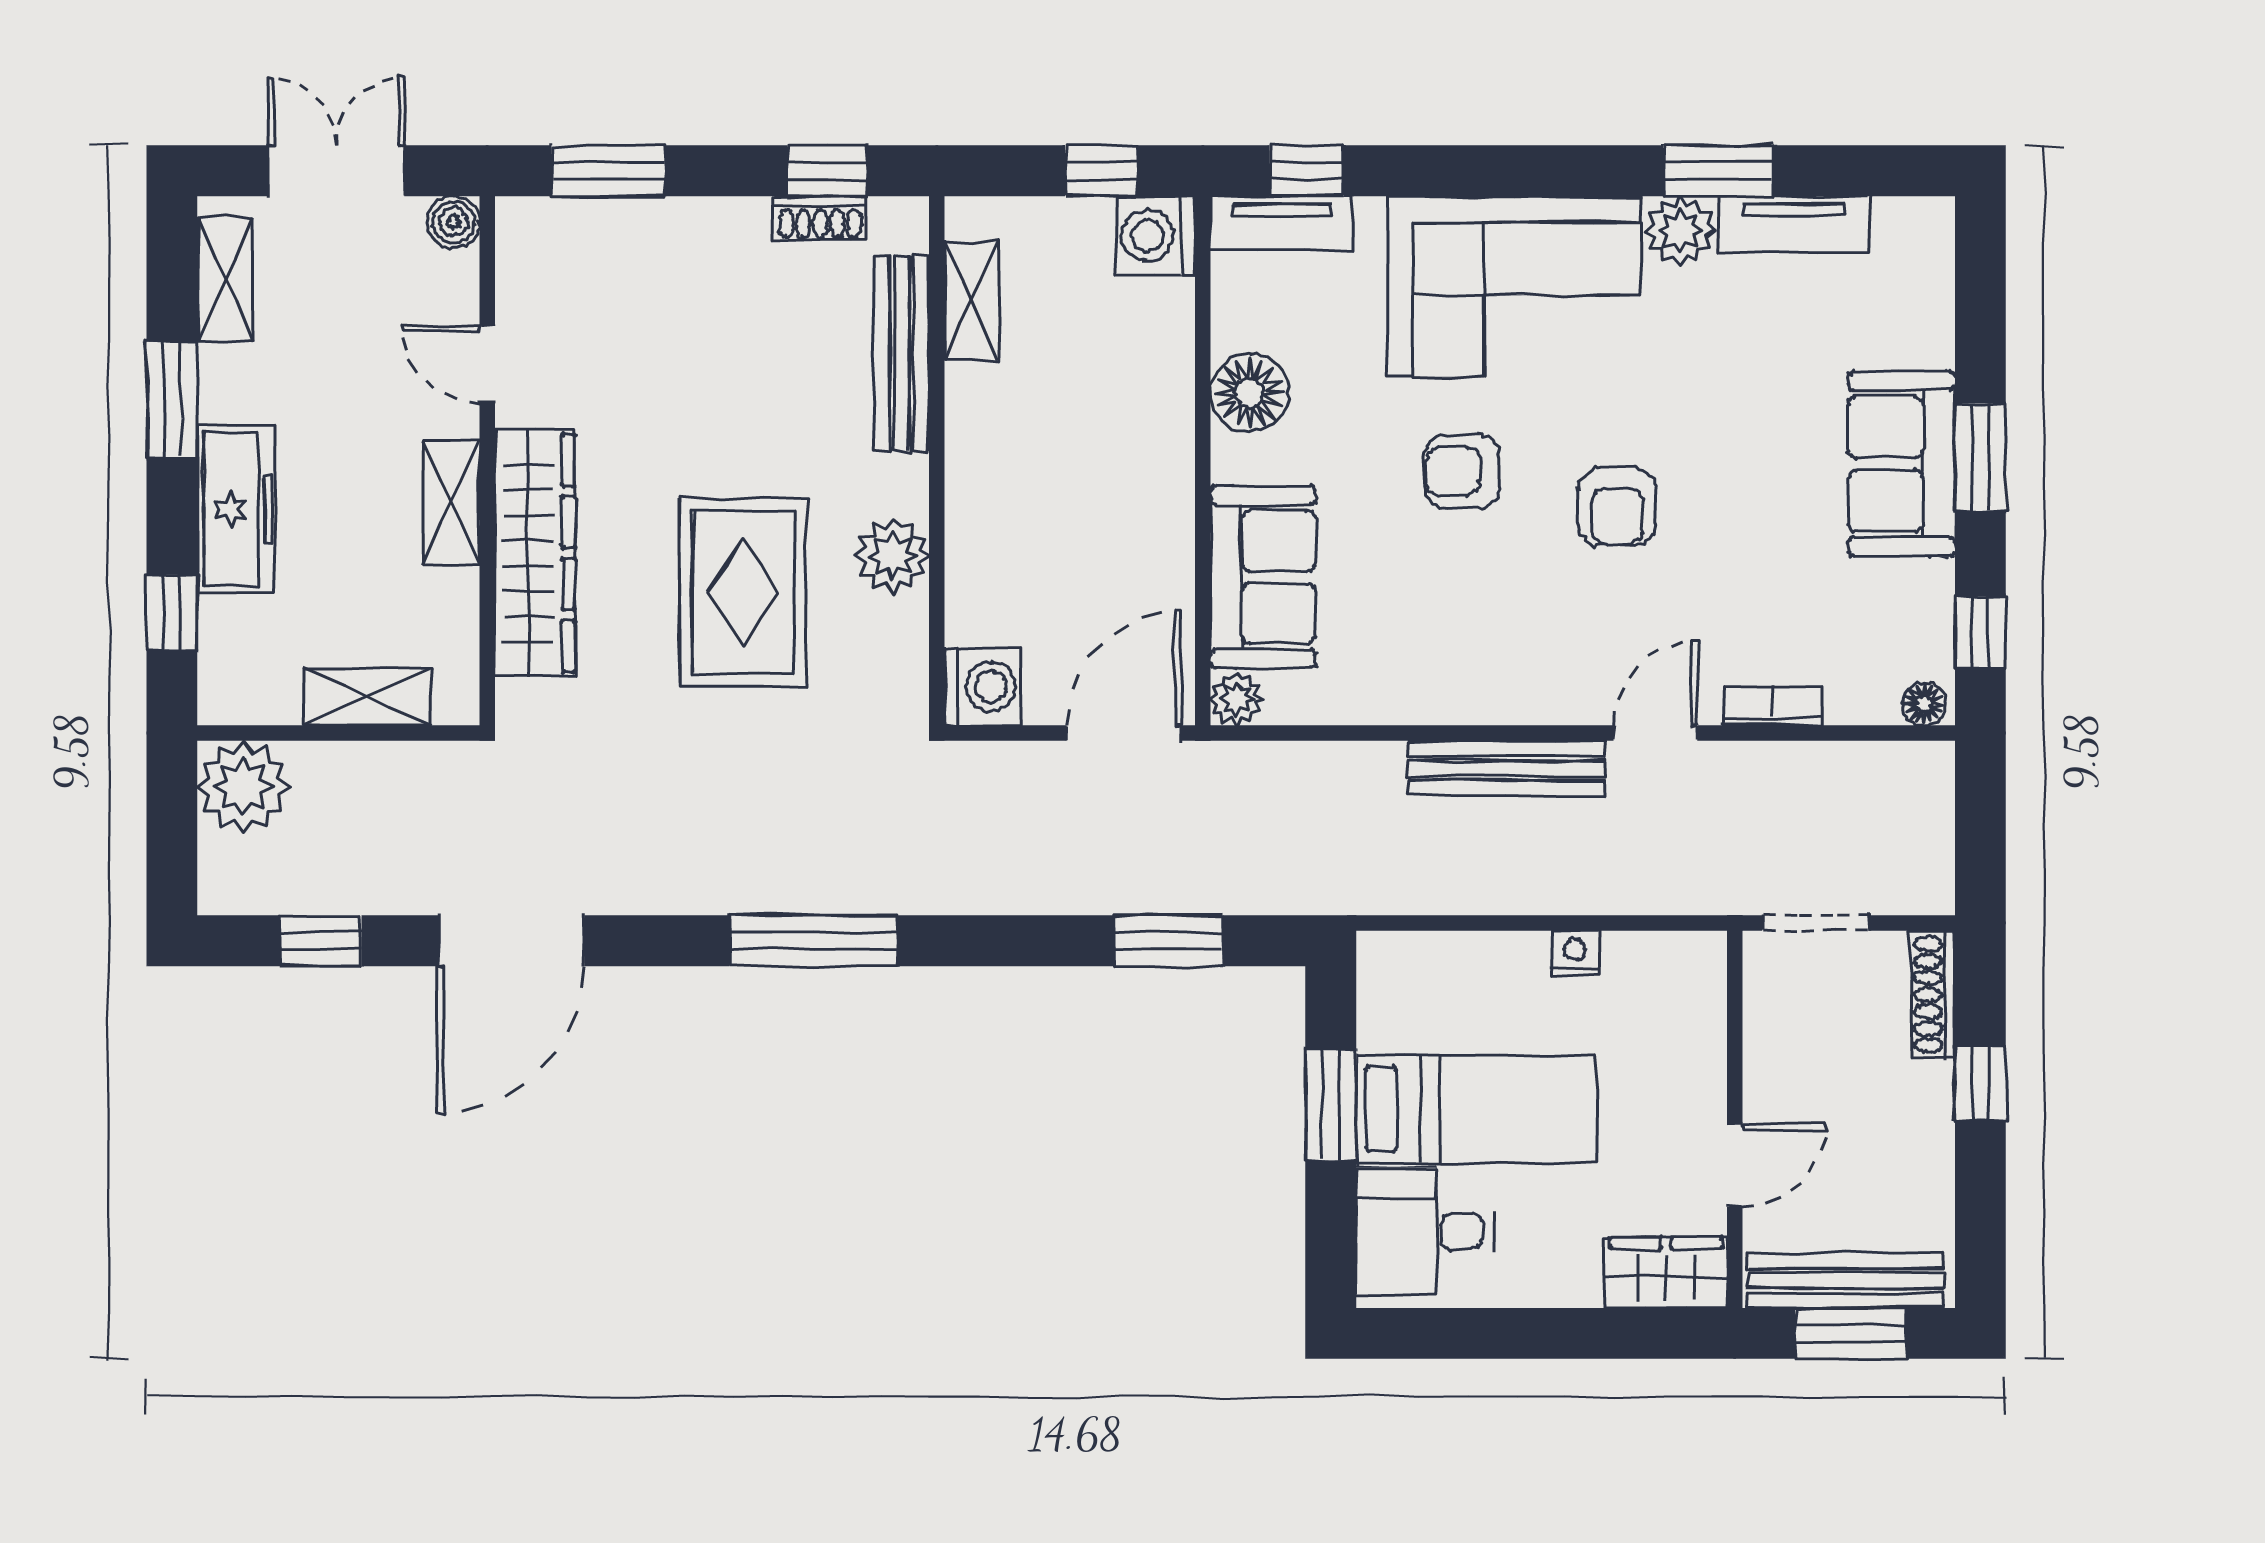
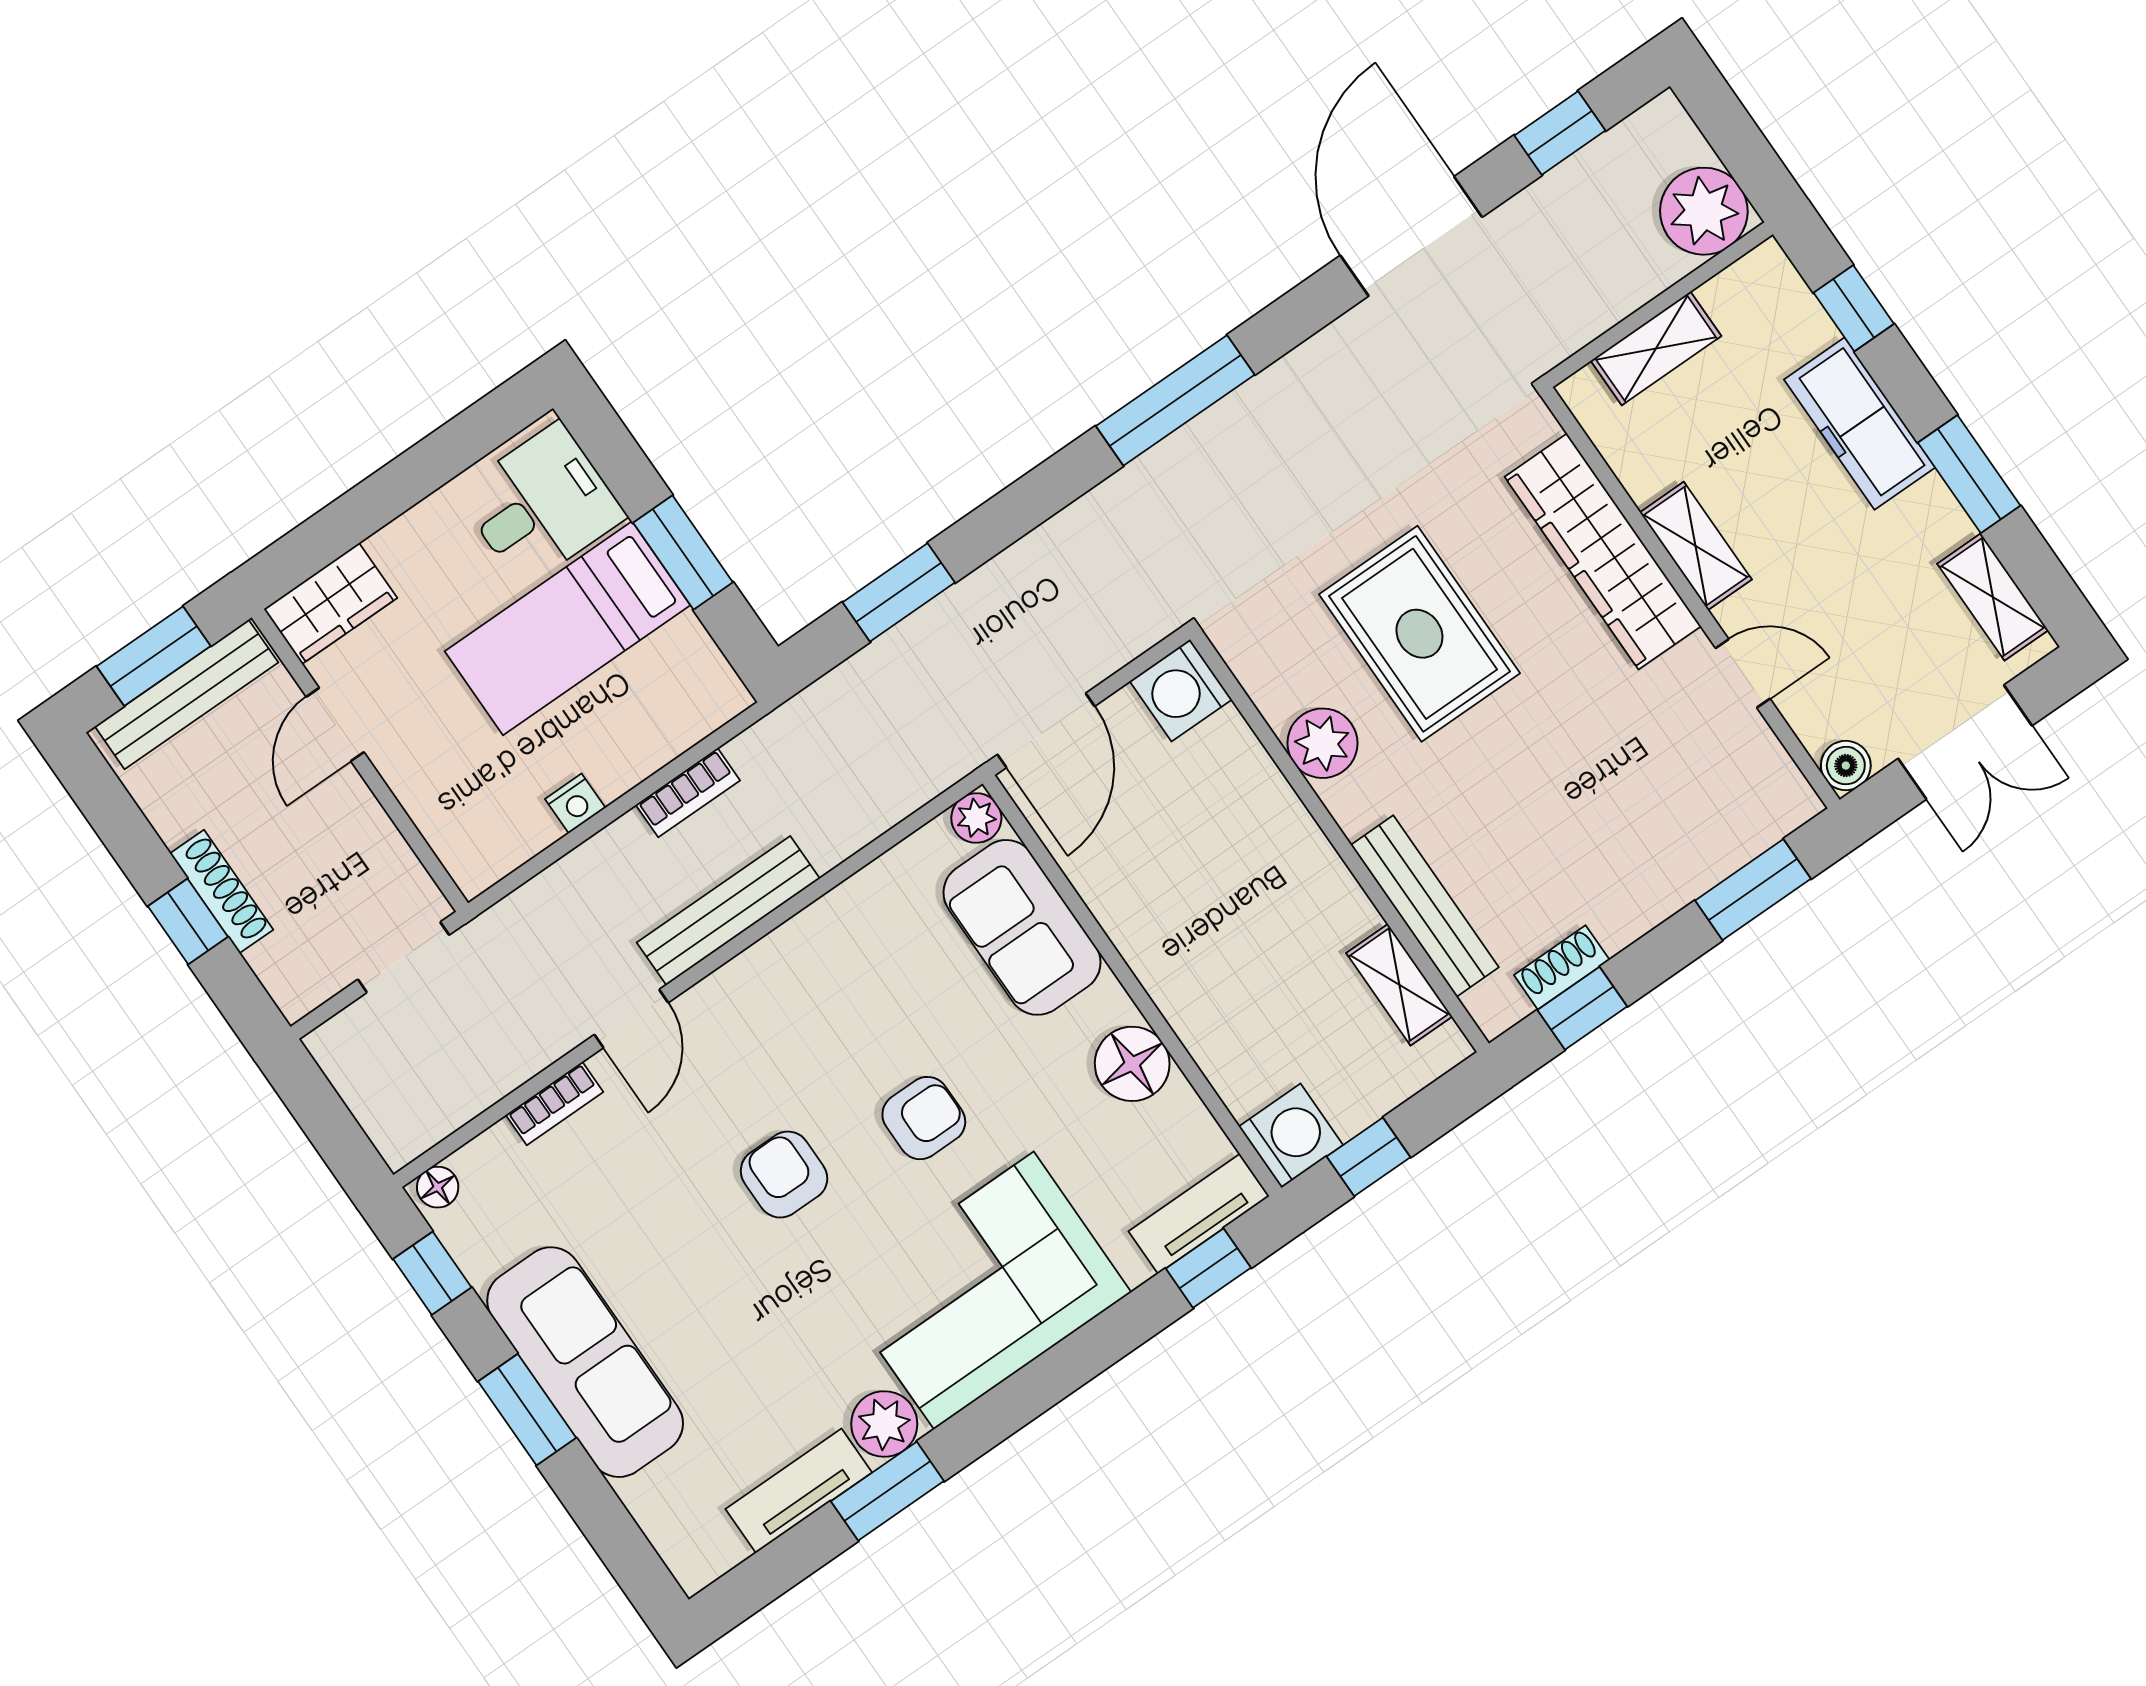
sofa: (1902, 464) -> (585, 1362), width x1.36
bookcase: (1471, 894) -> (688, 793), added
shoe rack: (1933, 995) -> (222, 892), moved

